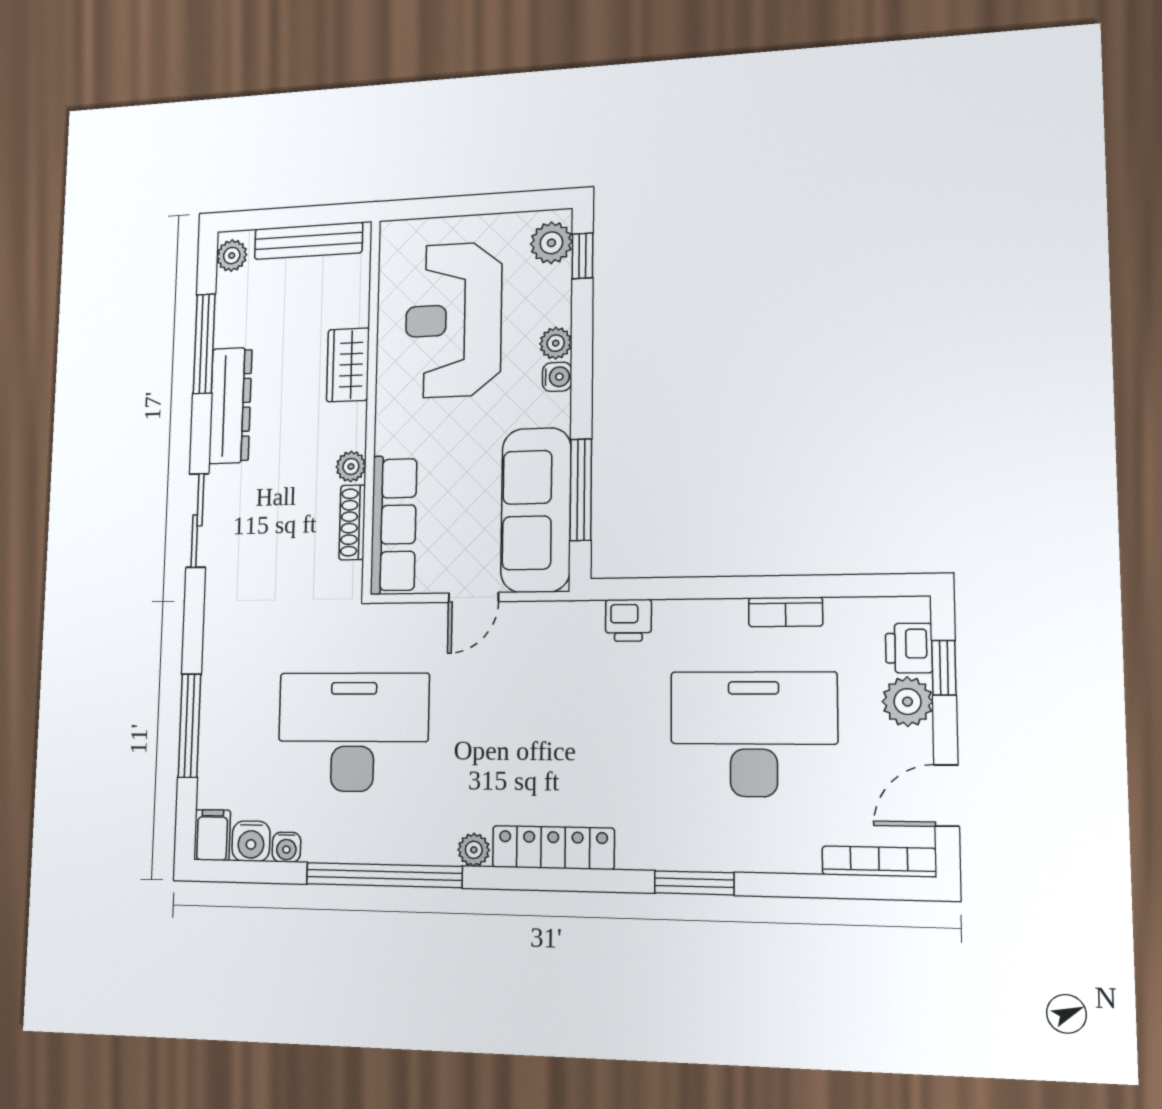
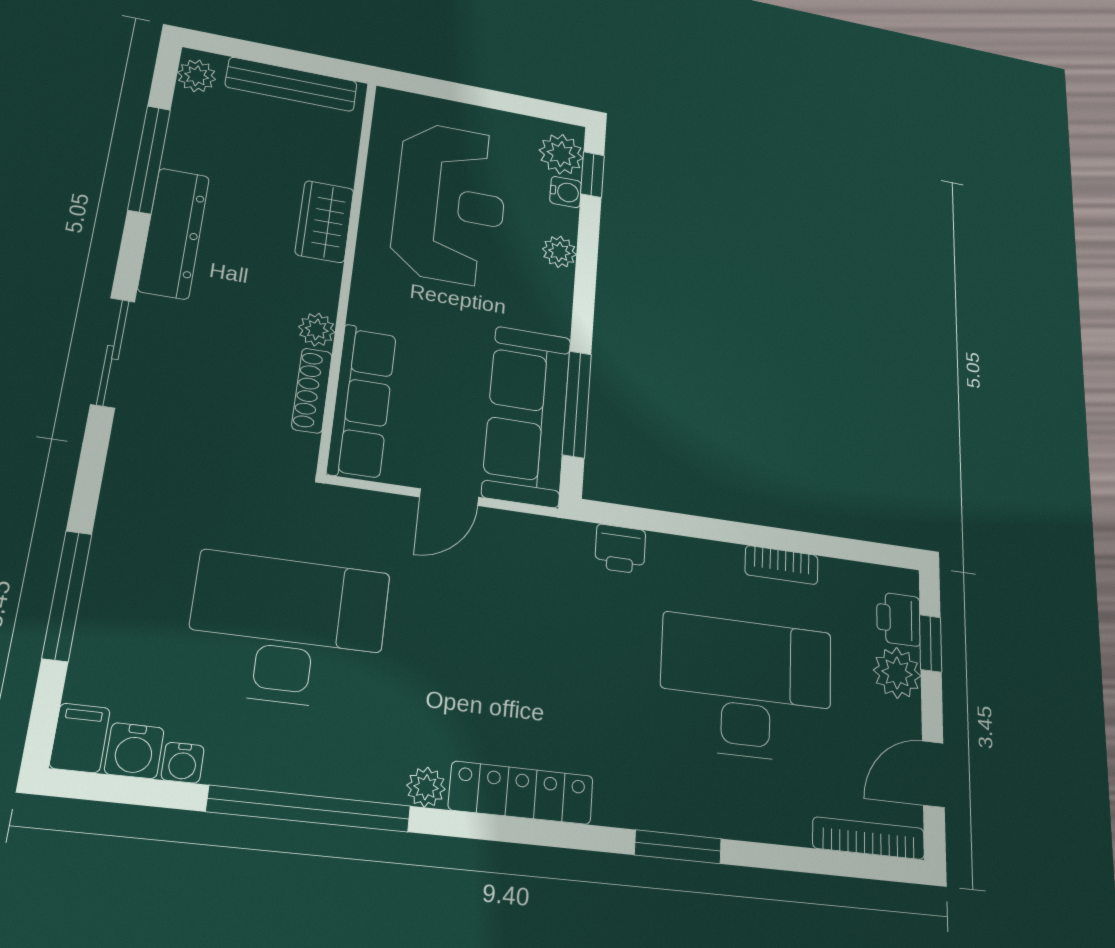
reception desk: (453, 320) -> (450, 203), turned 180
water cooler: (557, 377) -> (566, 192), moved

